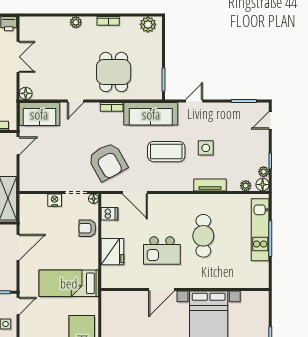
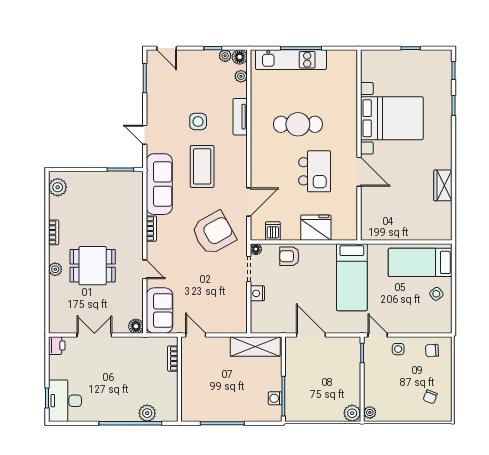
dining table: (114, 72) -> (93, 266), moved
armchair: (87, 228) -> (289, 256), turned 90

